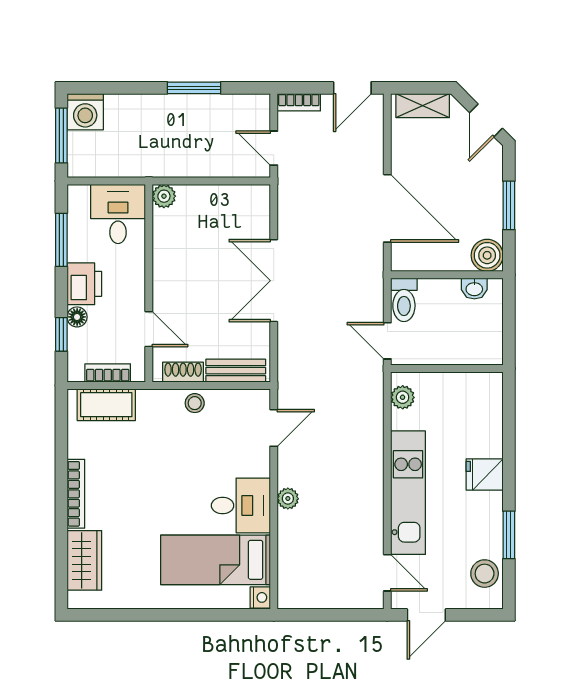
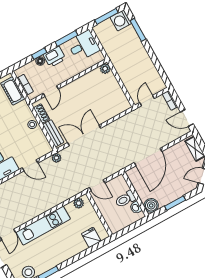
window: (194, 88) -> (138, 30), moved
desk: (118, 214) -> (83, 46), moved
double door: (274, 281) -> (84, 135), moved
toilet: (404, 300) -> (125, 199), moved
window: (61, 334) -> (39, 54), moved
door: (387, 341) -> (97, 185), swing flipped
door: (274, 428) -> (30, 165), moved
fridge: (485, 475) -> (91, 237), moved
plant: (288, 499) -> (56, 158), moved

